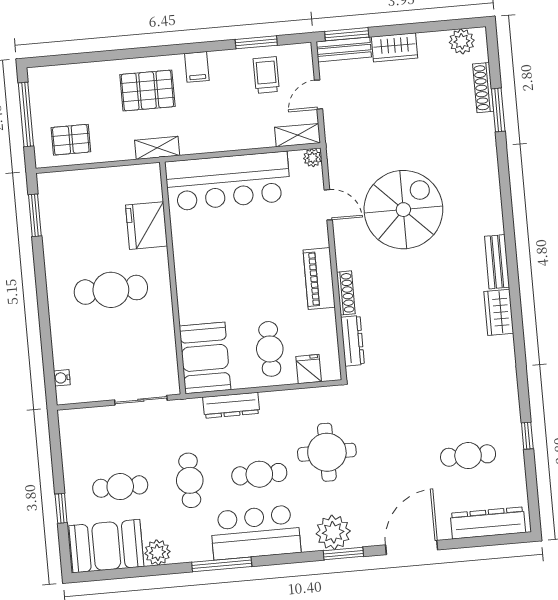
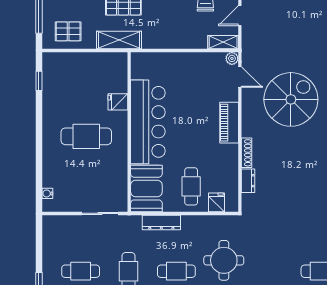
shelving: (157, 148) -> (119, 40), width x1.50, depth x1.33
bar counter: (228, 181) -> (148, 122), moved, turned -90
door: (328, 205) -> (240, 77), moved
window: (35, 215) -> (39, 81), width x0.67
fridge: (147, 226) -> (118, 102), width x0.53, depth x0.75
piano: (319, 279) -> (229, 123), moved
dresser: (352, 341) -> (248, 181), width x0.70

